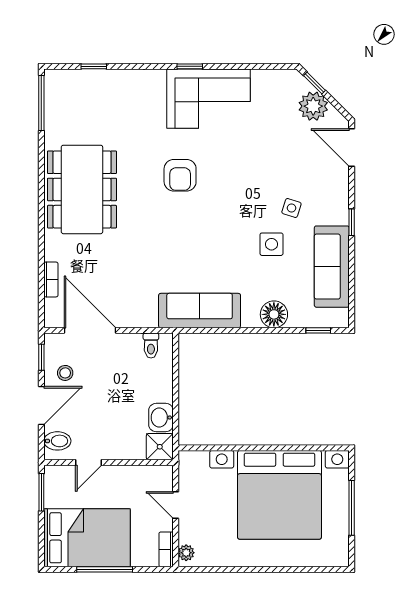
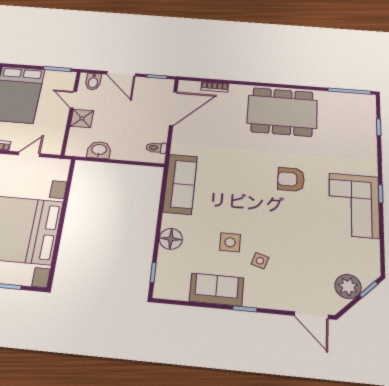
door: (352, 147) -> (311, 315), swing flipped
sofa: (332, 267) -> (216, 290), width x0.73
stool: (65, 373) -> (143, 90), removed
shower: (160, 447) -> (82, 118), moved

